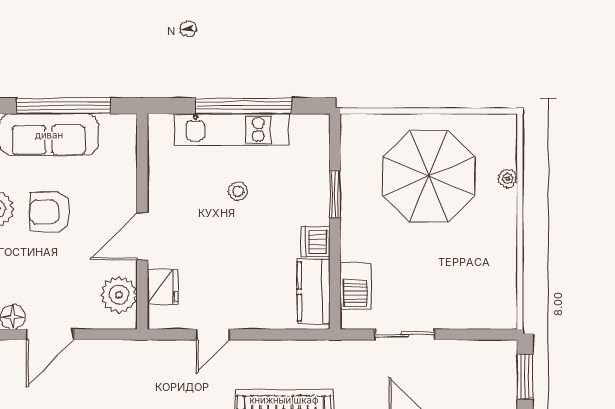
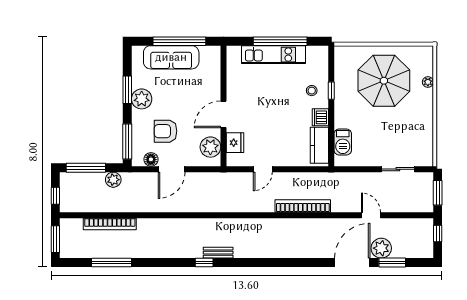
stool: (238, 191) -> (312, 91), moved
window: (335, 194) -> (331, 91), width x0.67
armchair: (50, 212) -> (166, 131), moved
sliding door: (405, 334) -> (398, 169), moved

